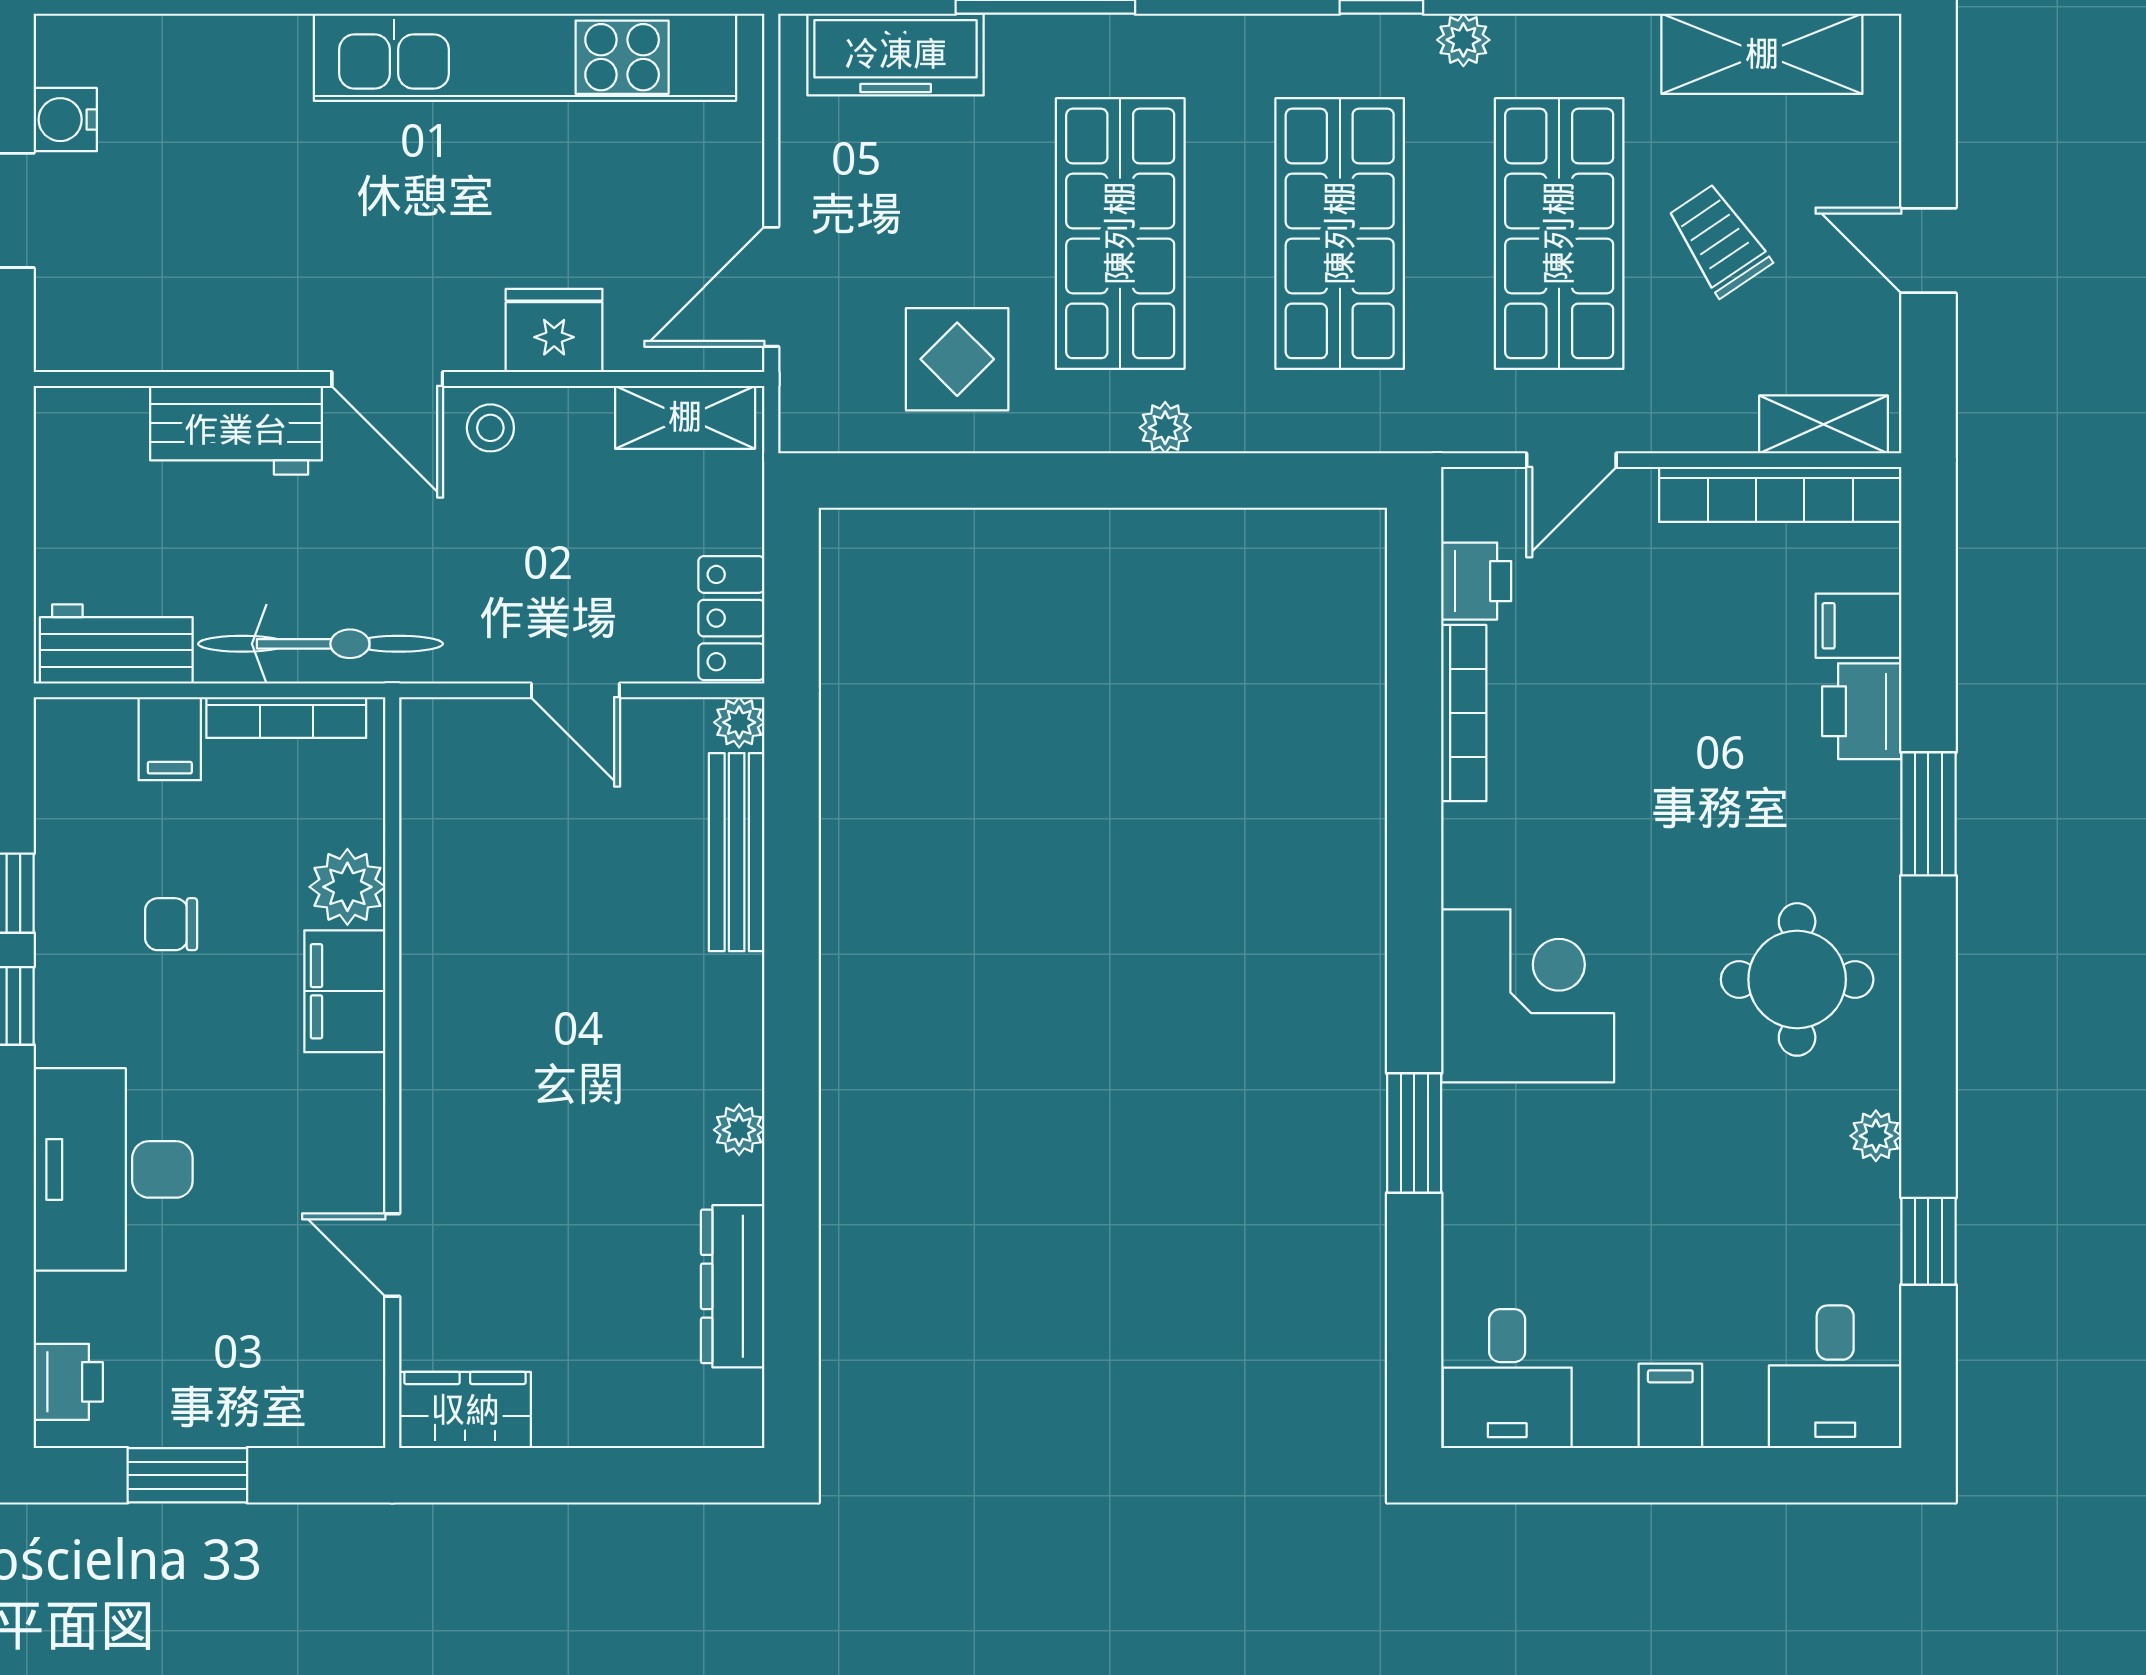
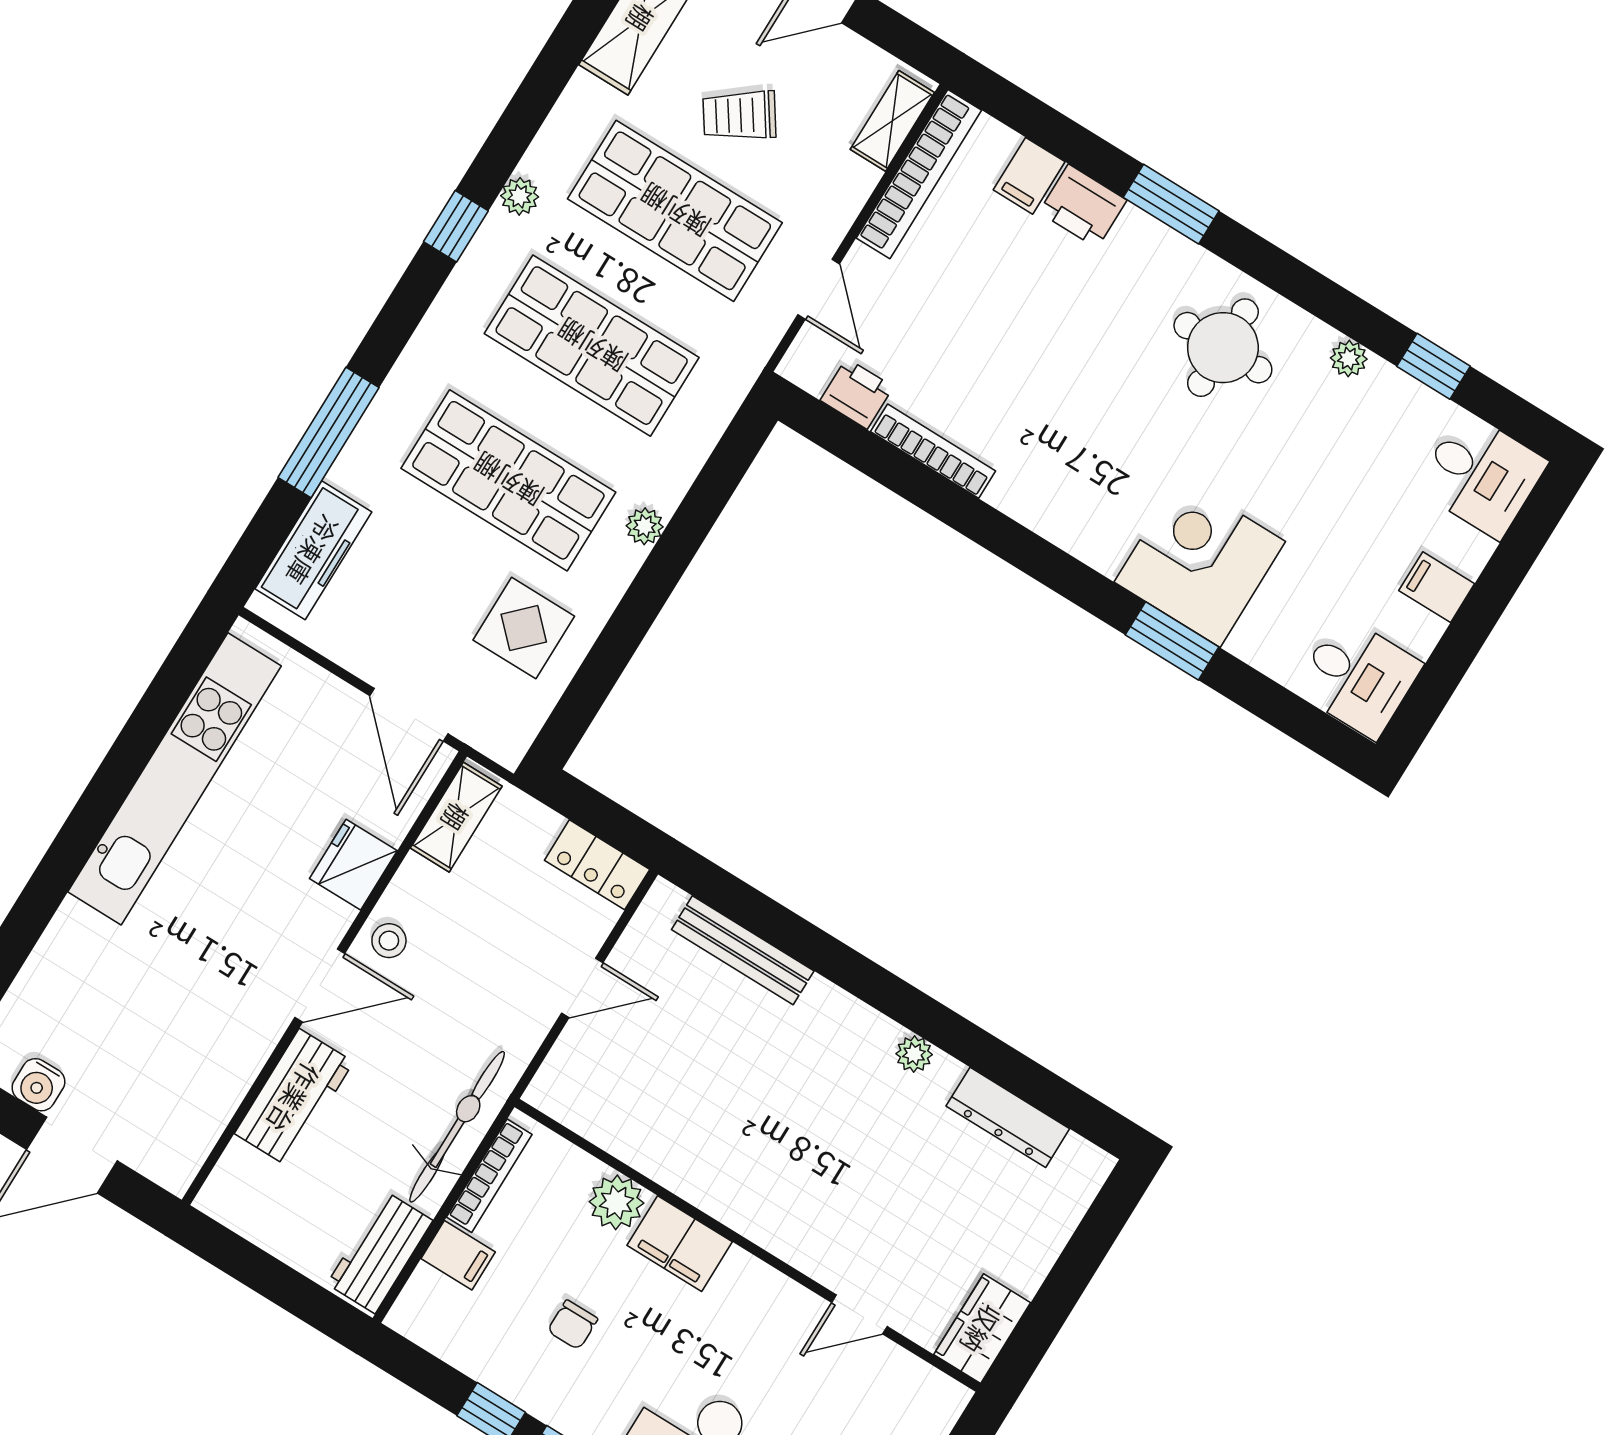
plant: (739, 722) -> (664, 900), removed
corner desk: (1528, 996) -> (1200, 562), moved

